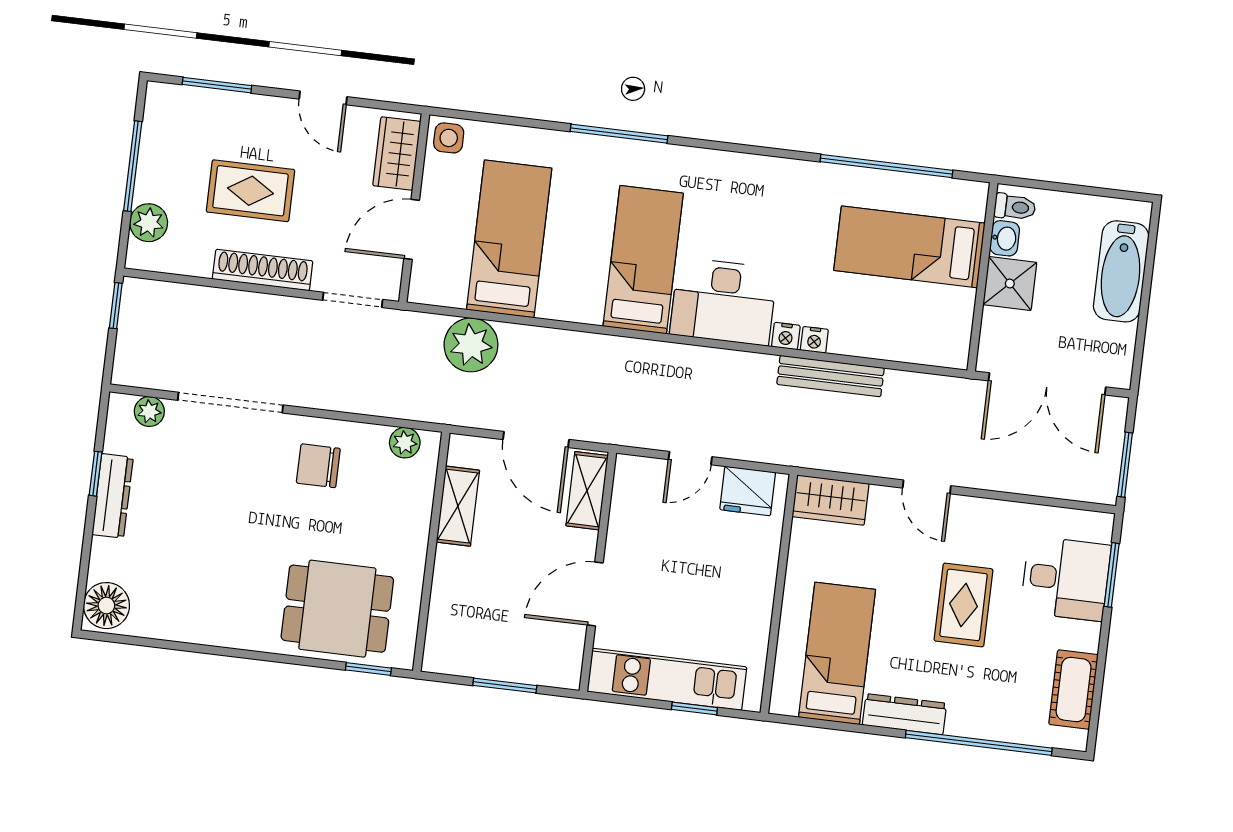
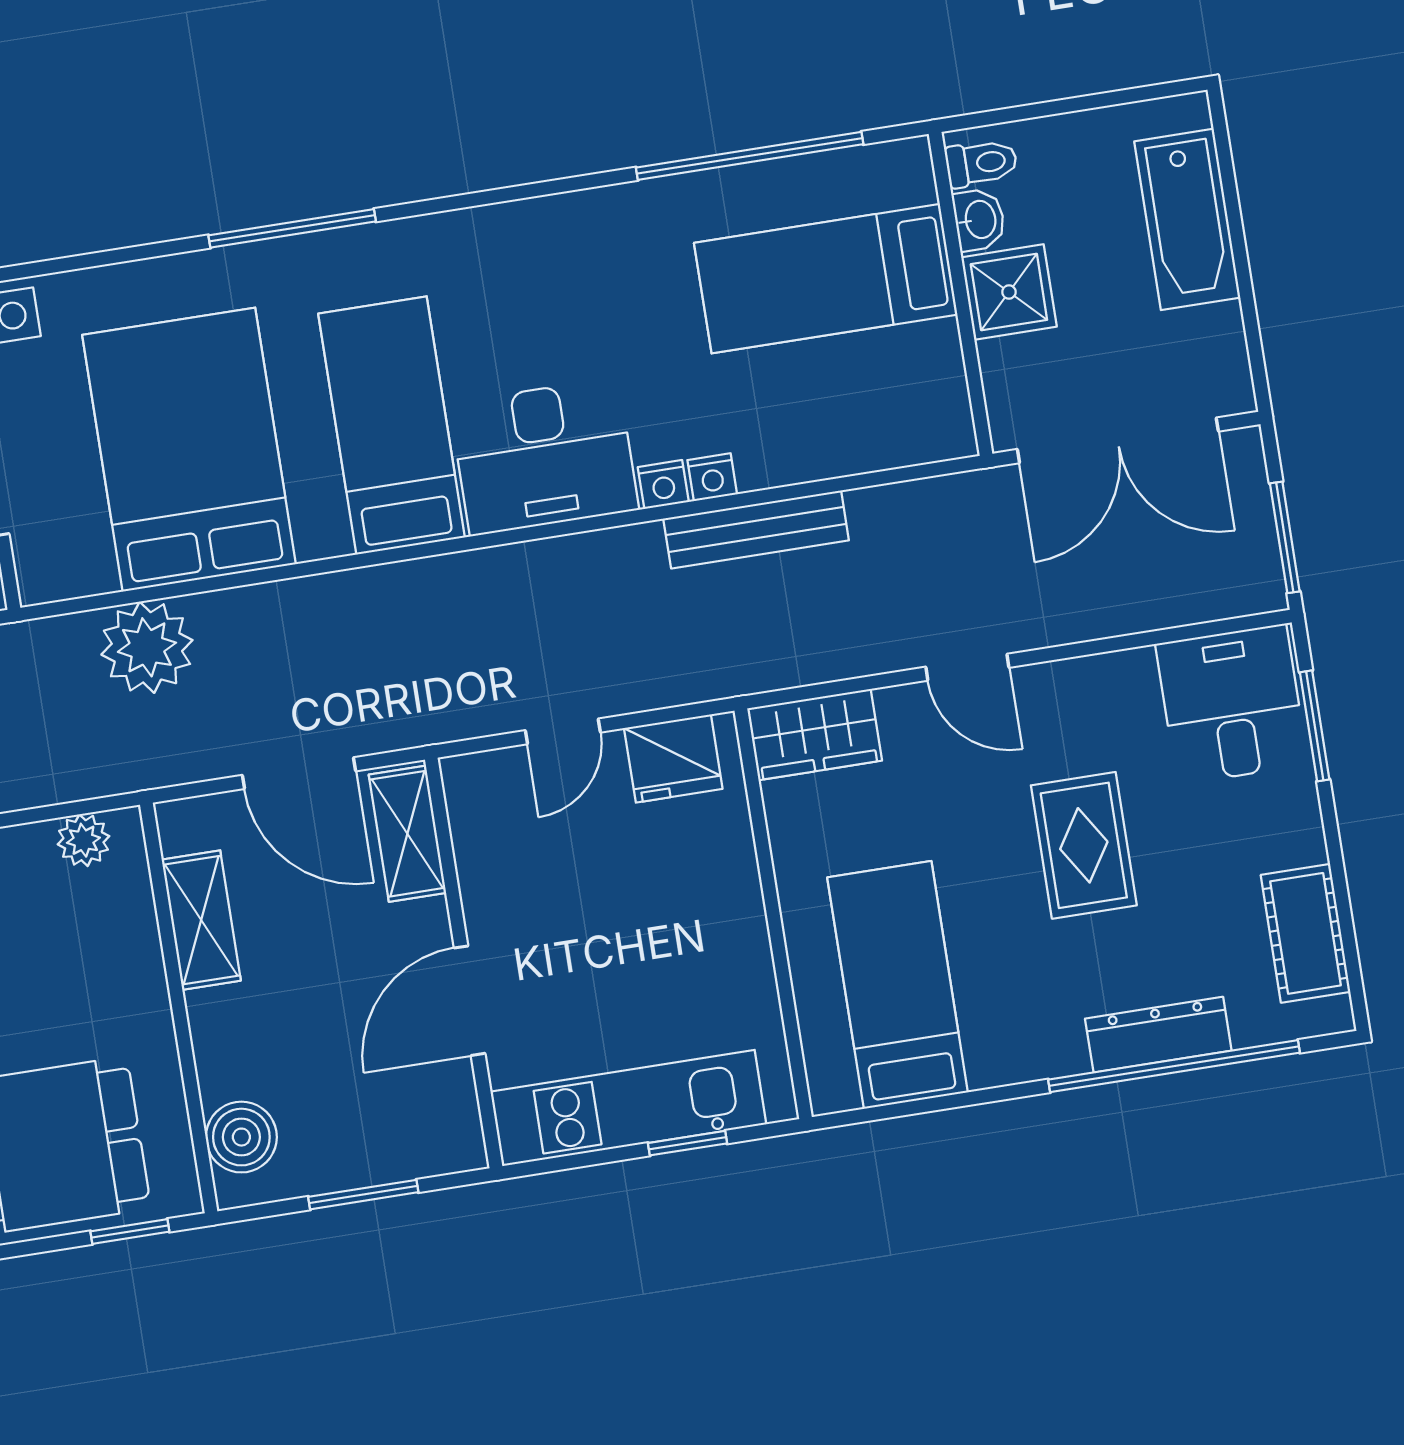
bed: (509, 239) -> (189, 450), width x1.50
desk: (1066, 579) -> (1232, 704), moved, turned -90
boiler: (446, 634) -> (241, 1137), added
dresser: (904, 714) -> (1158, 1035), moved

